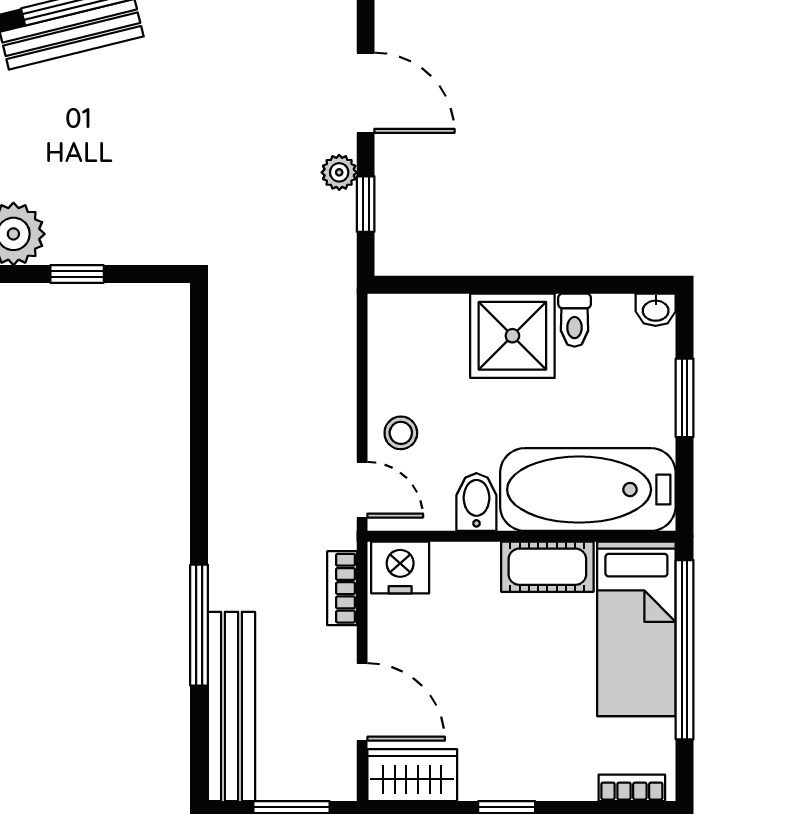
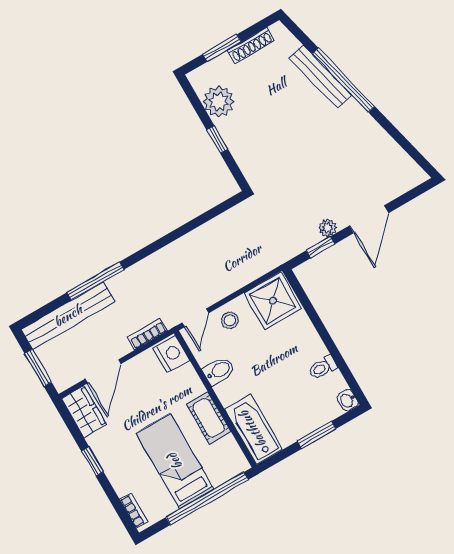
shower: (512, 336) -> (273, 301), moved
bathtub: (588, 490) -> (253, 429), width x0.73, depth x0.73
bed: (636, 629) -> (175, 461), moved, turned 90

